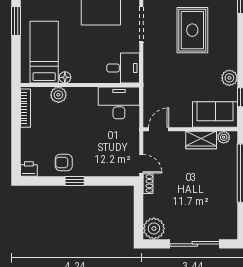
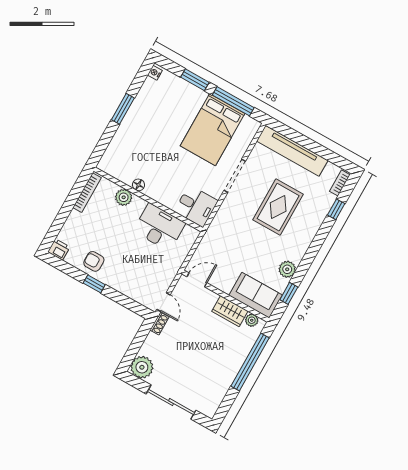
bed: (44, 52) -> (132, 151), removed
desk: (119, 103) -> (159, 227), moved

